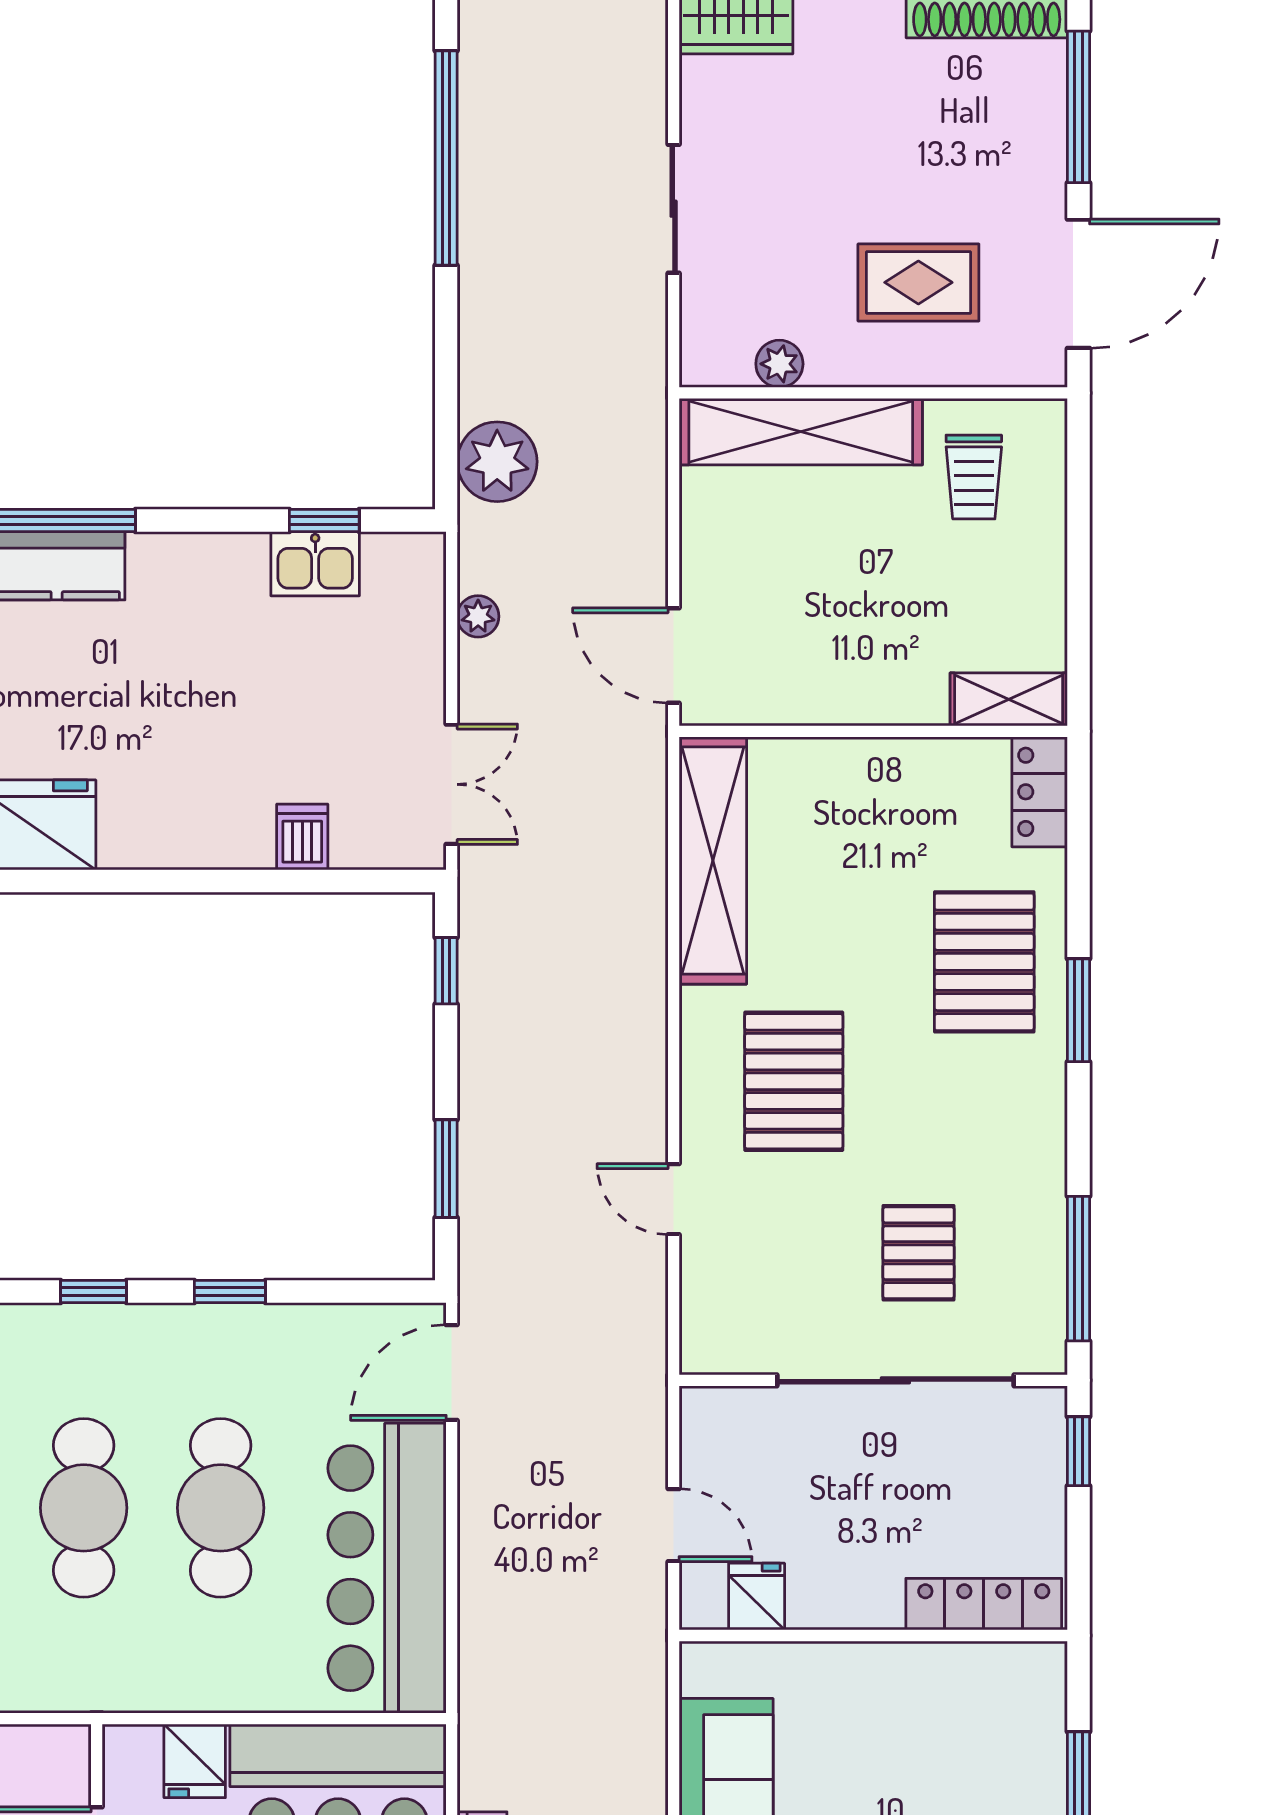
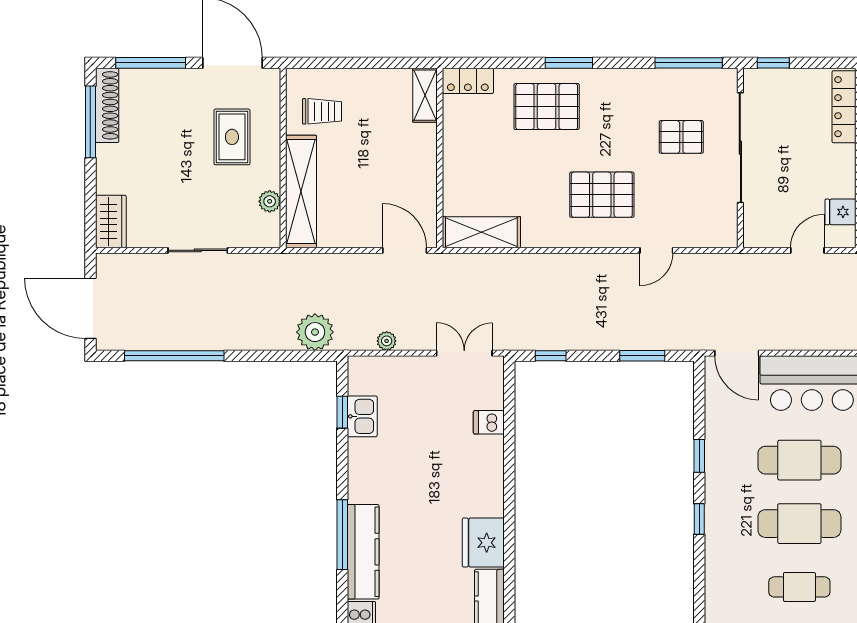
door: (674, 655) -> (405, 250), swing flipped
shelving: (713, 860) -> (481, 232), width x0.68

